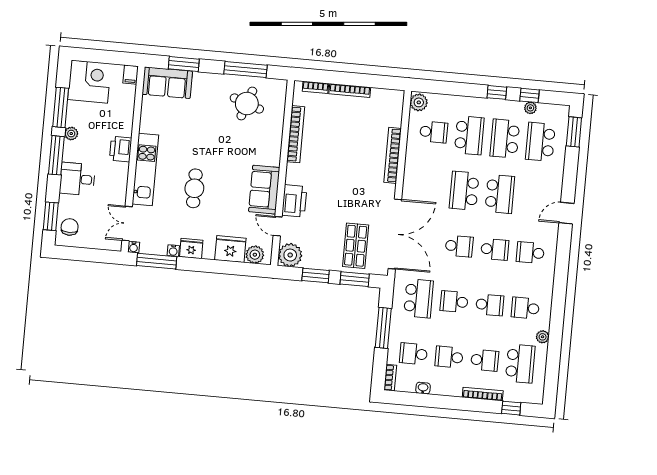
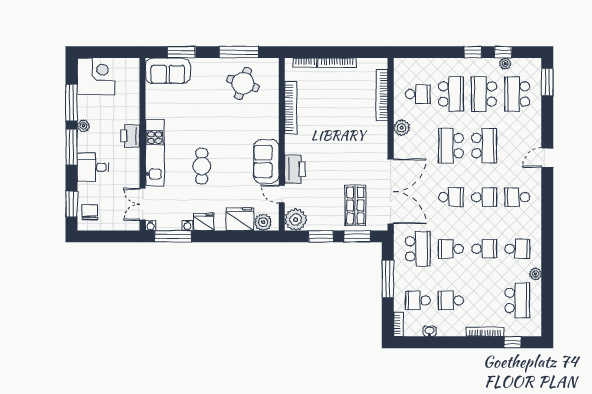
filing cabinet: (131, 75) -> (133, 66), removed
plant: (419, 102) -> (402, 128), moved
bookcase: (393, 155) -> (382, 95), moved
school desk: (525, 308) -> (517, 249), turned 180
school desk: (485, 360) -> (484, 300), removed

